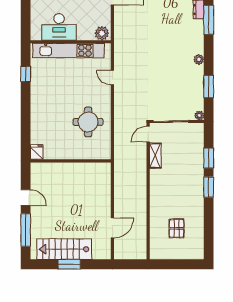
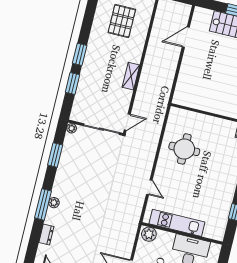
window: (209, 20) -> (43, 204), moved
kitchen unit: (69, 51) -> (177, 223), width x0.73
plant: (199, 59) -> (54, 203), moved
shelving: (155, 156) -> (131, 76), moved
pallet: (177, 228) -> (122, 21), width x1.50, depth x1.42

